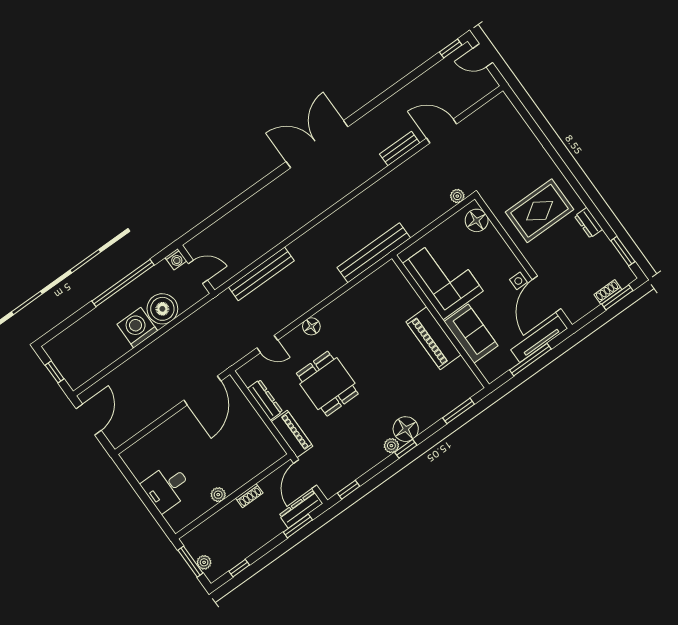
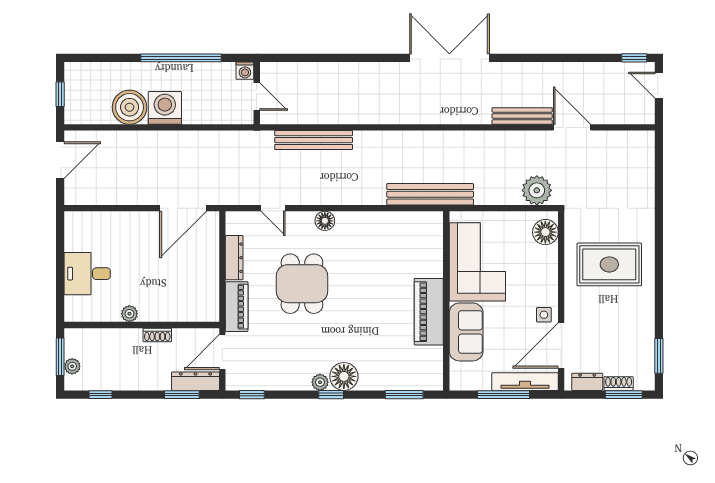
bench: (400, 149) -> (522, 116), width x1.36
plant: (457, 196) -> (537, 190), width x1.87, depth x1.87
dresser: (589, 223) -> (587, 382), moved, turned 90
boiler: (162, 309) -> (130, 107), moved

